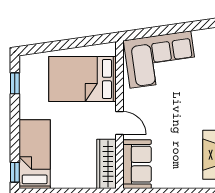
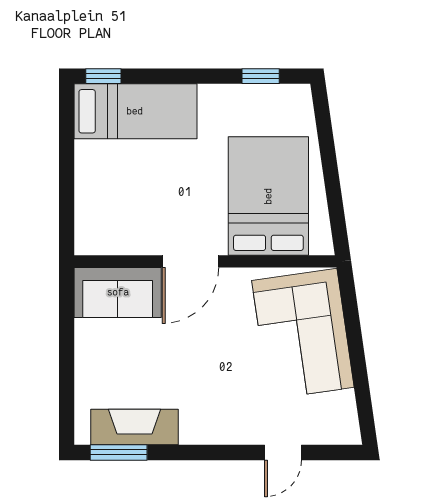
door: (119, 123) -> (191, 261), width x1.38
wardrobe: (106, 164) -> (118, 238), removed

